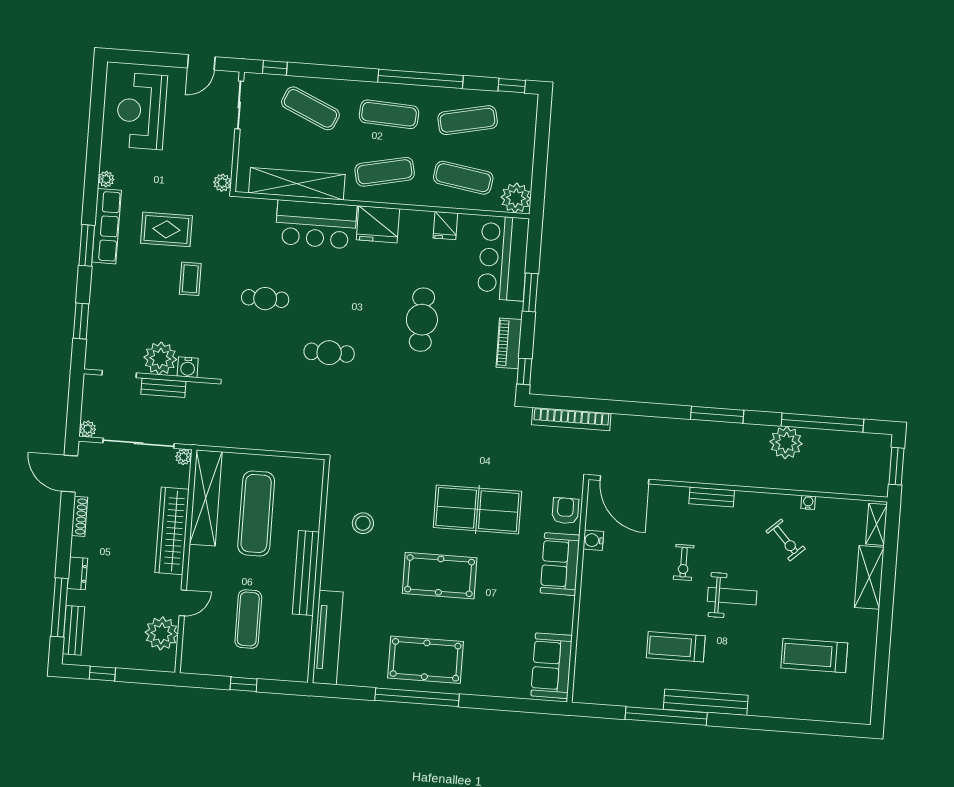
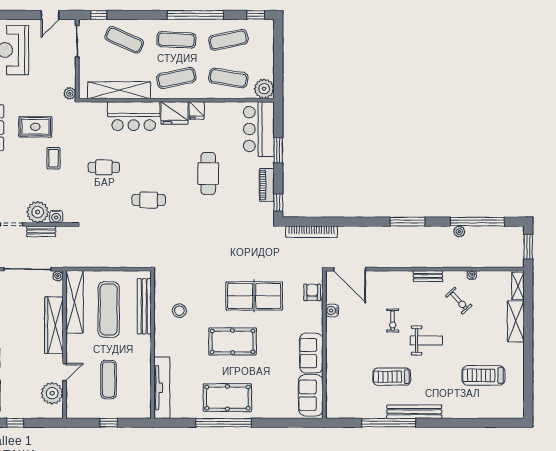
fridge: (445, 226) -> (197, 110), moved
plant: (786, 443) -> (459, 232), width x0.53, depth x0.53
bench: (712, 497) -> (428, 276), moved
sofa: (560, 564) -> (311, 353), moved
bench: (306, 573) -> (144, 306), moved

